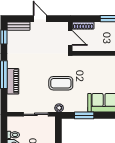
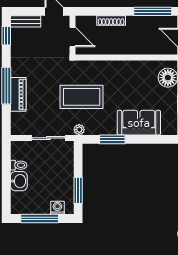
wall: (70, 37) -> (72, 35), moved
door: (70, 38) -> (72, 37), moved
coffee table: (61, 83) -> (82, 97), width x1.36, depth x1.32

